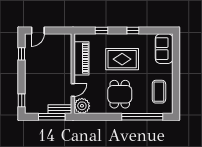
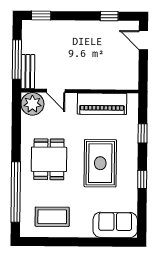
dining table: (120, 94) -> (49, 159), turned 90

